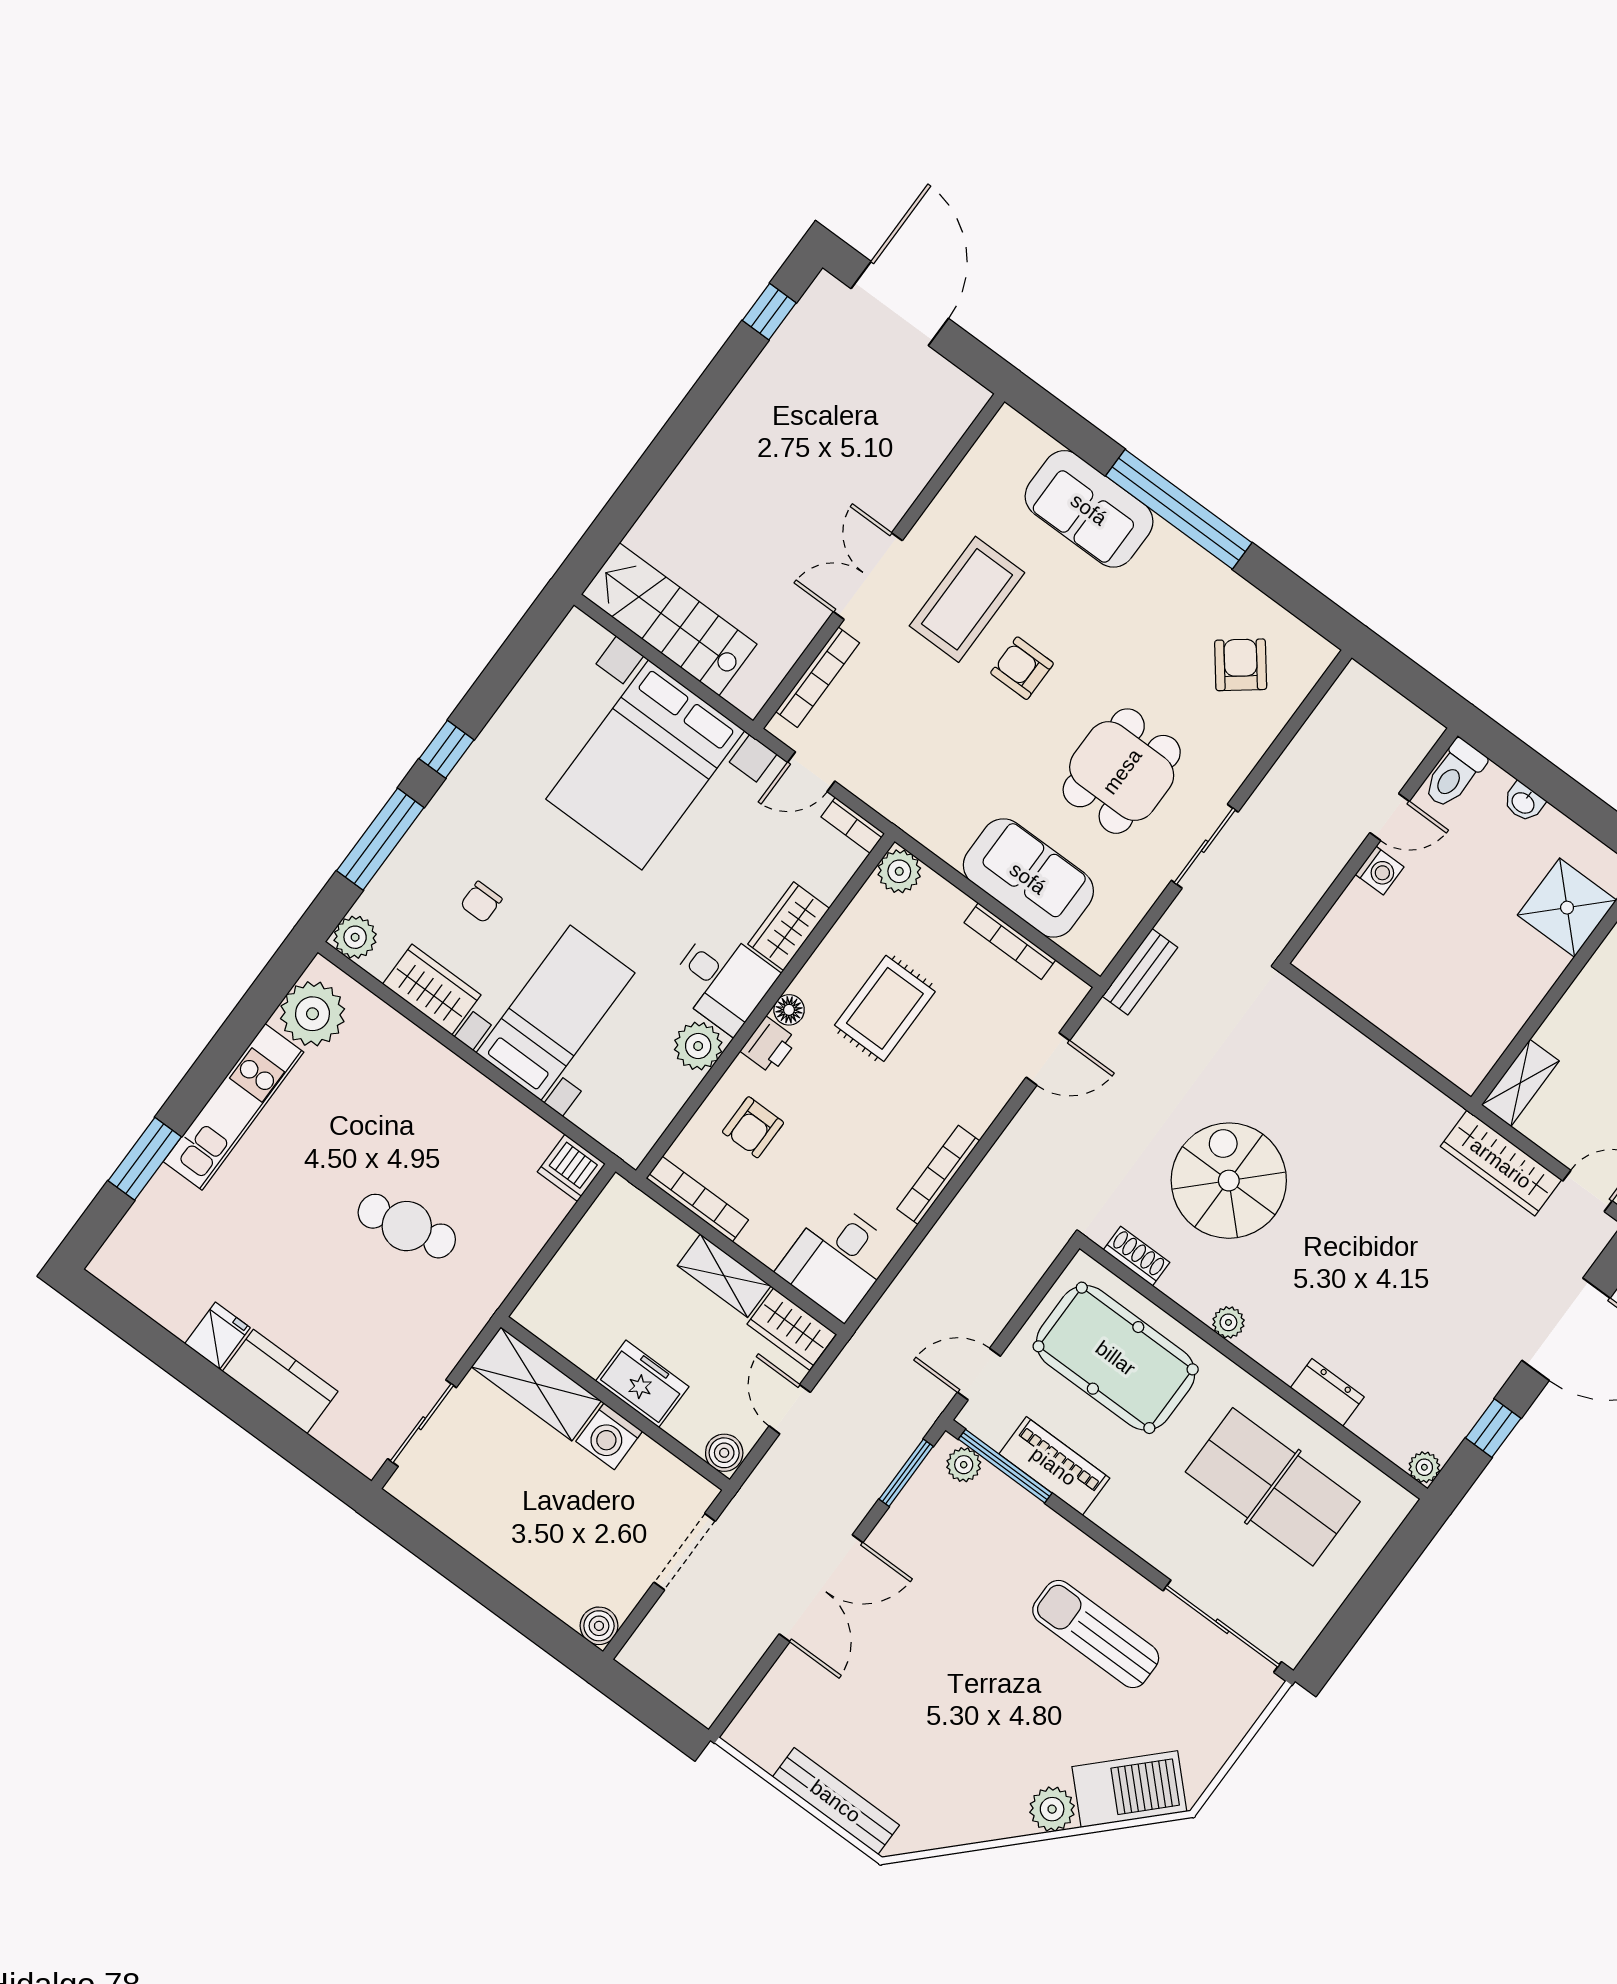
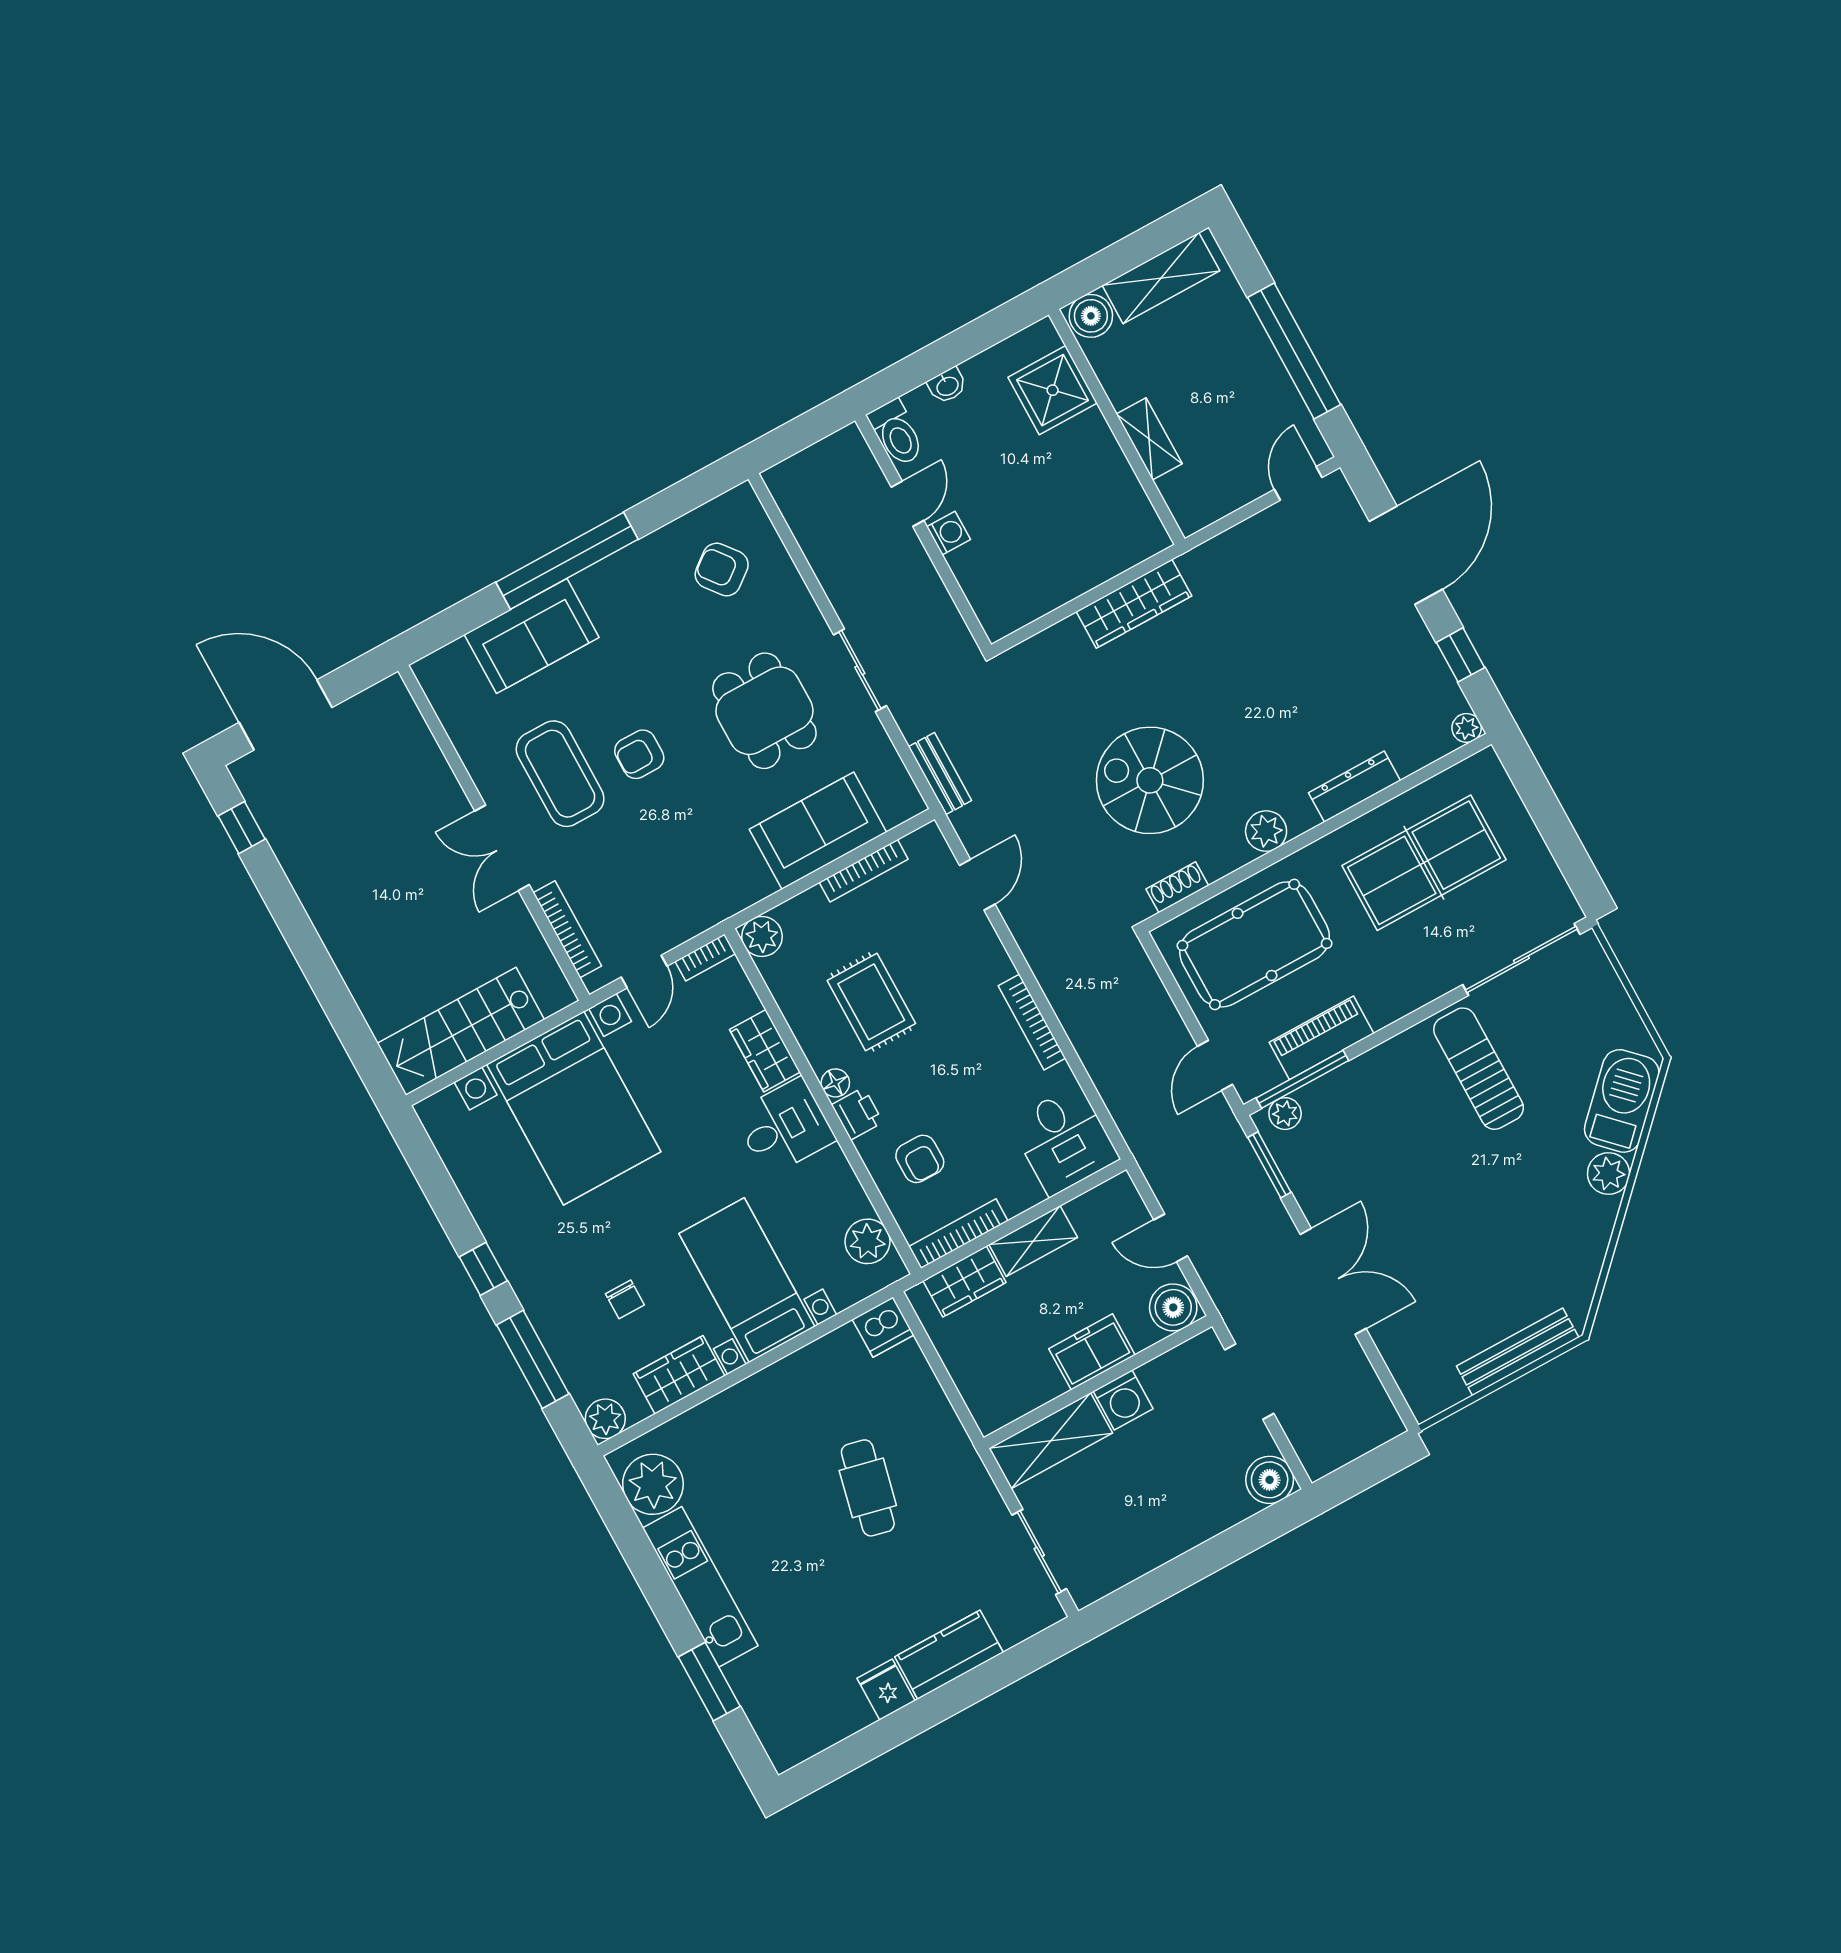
plant: (698, 1046) -> (868, 1241), moved
shelving: (1520, 1083) -> (1149, 439), moved
wardrobe: (1501, 1163) -> (1134, 604), moved
cafe table: (407, 1226) -> (868, 1488), turned -65
plant: (1228, 1322) -> (1266, 831), width x1.38, depth x1.38
wardrobe: (792, 1329) -> (965, 1282), moved
dresser: (1327, 1392) -> (1354, 787), width x1.44
boiler: (724, 1453) -> (1173, 1307), width x1.36, depth x1.36
boiler: (599, 1626) -> (1270, 1480), width x1.36, depth x1.36
sun lounger: (1096, 1634) -> (1479, 1069), turned 90

